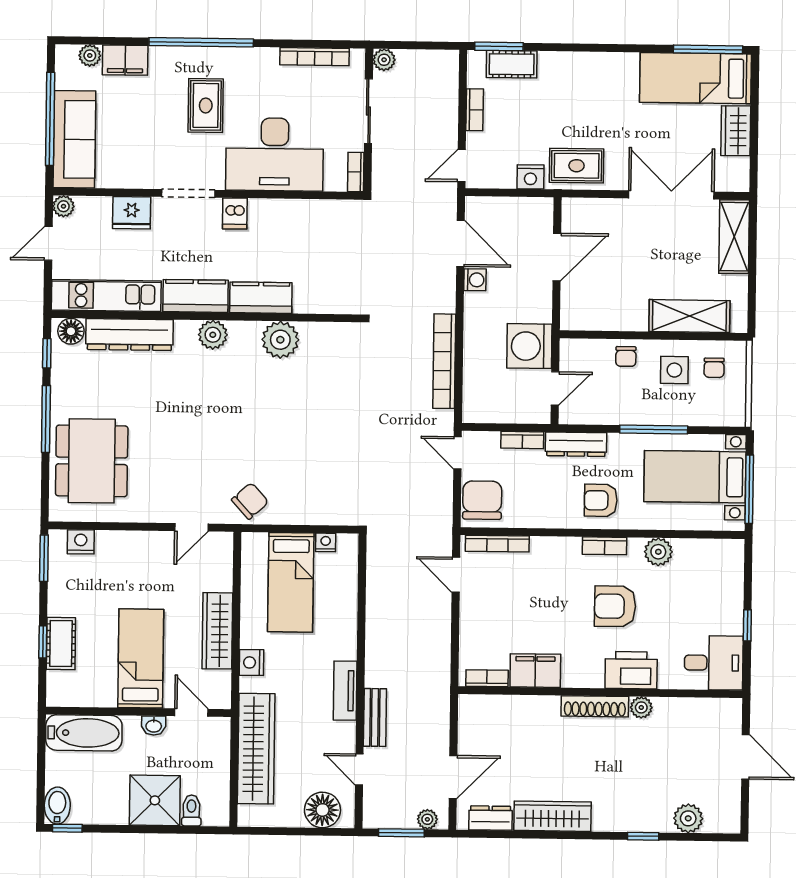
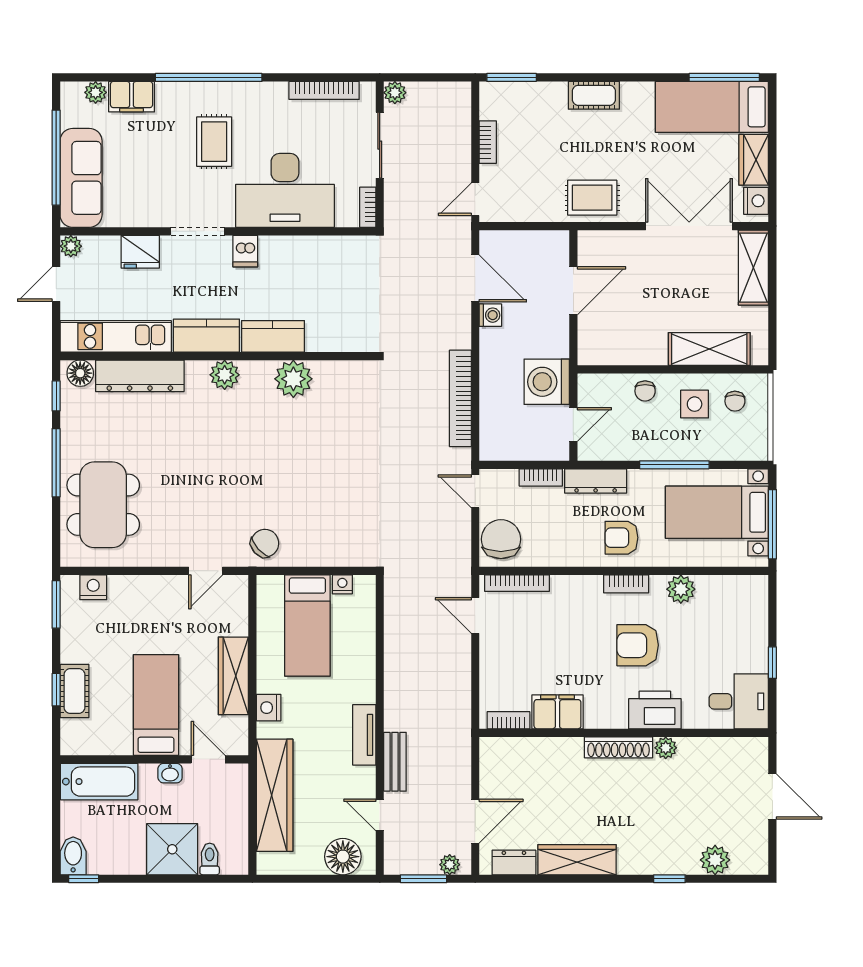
cot: (512, 64) -> (594, 95), moved
nightstand: (530, 177) -> (756, 201), moved, turned -90

